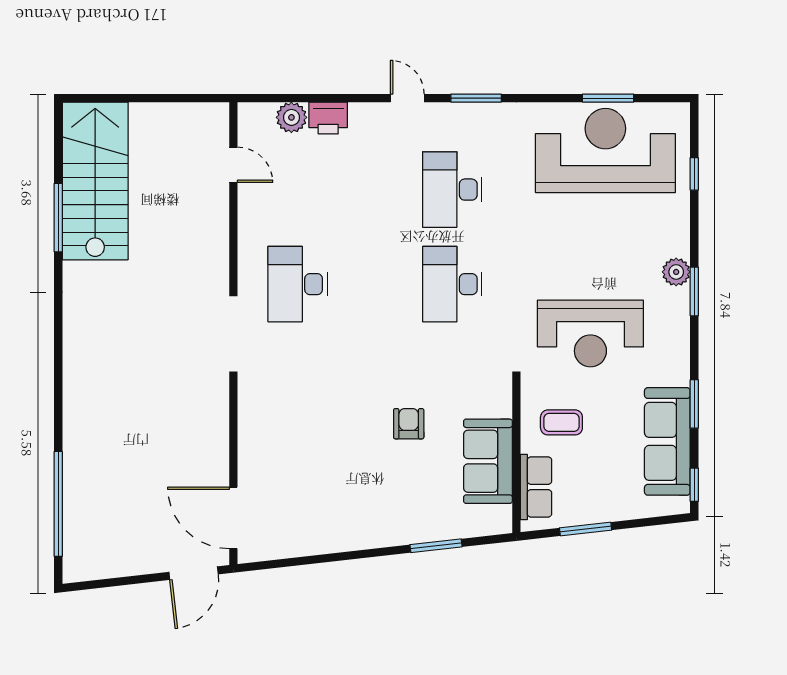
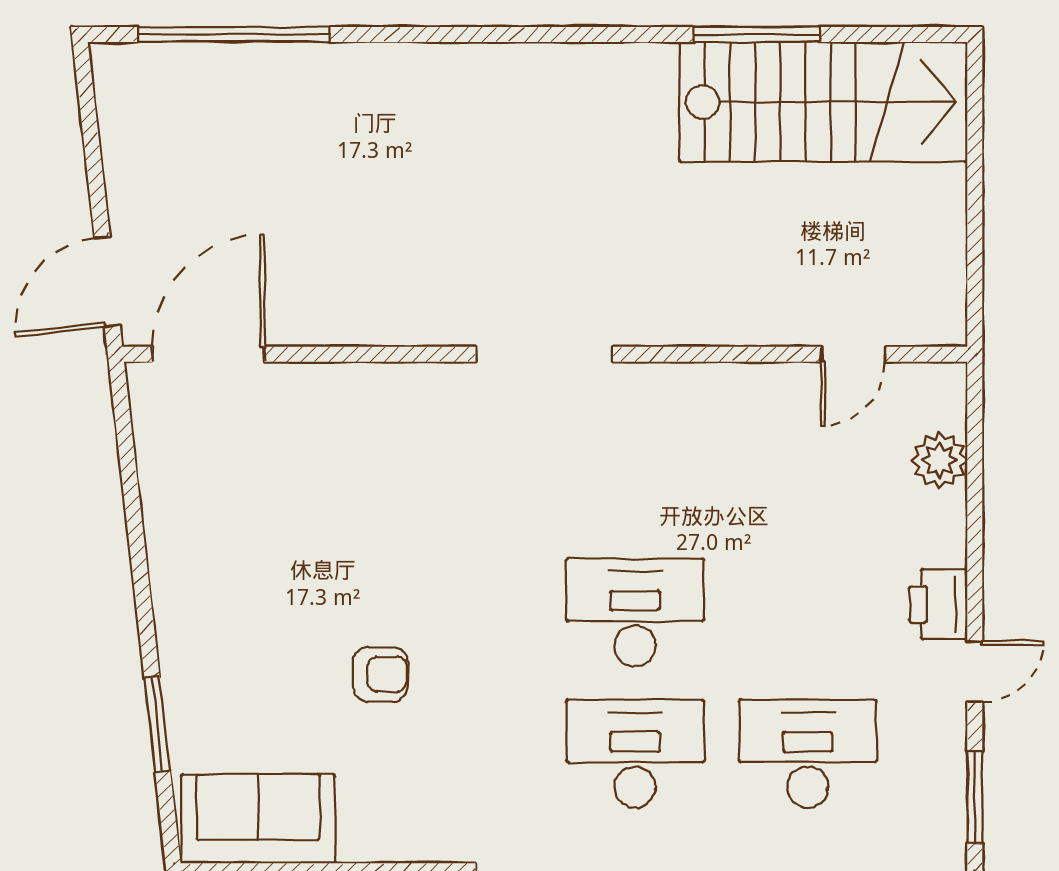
printer: (328, 118) -> (938, 604), moved
desk: (298, 284) -> (635, 612), moved
sofa: (488, 461) -> (258, 819), moved
door: (194, 573) -> (107, 281), hinge flipped

